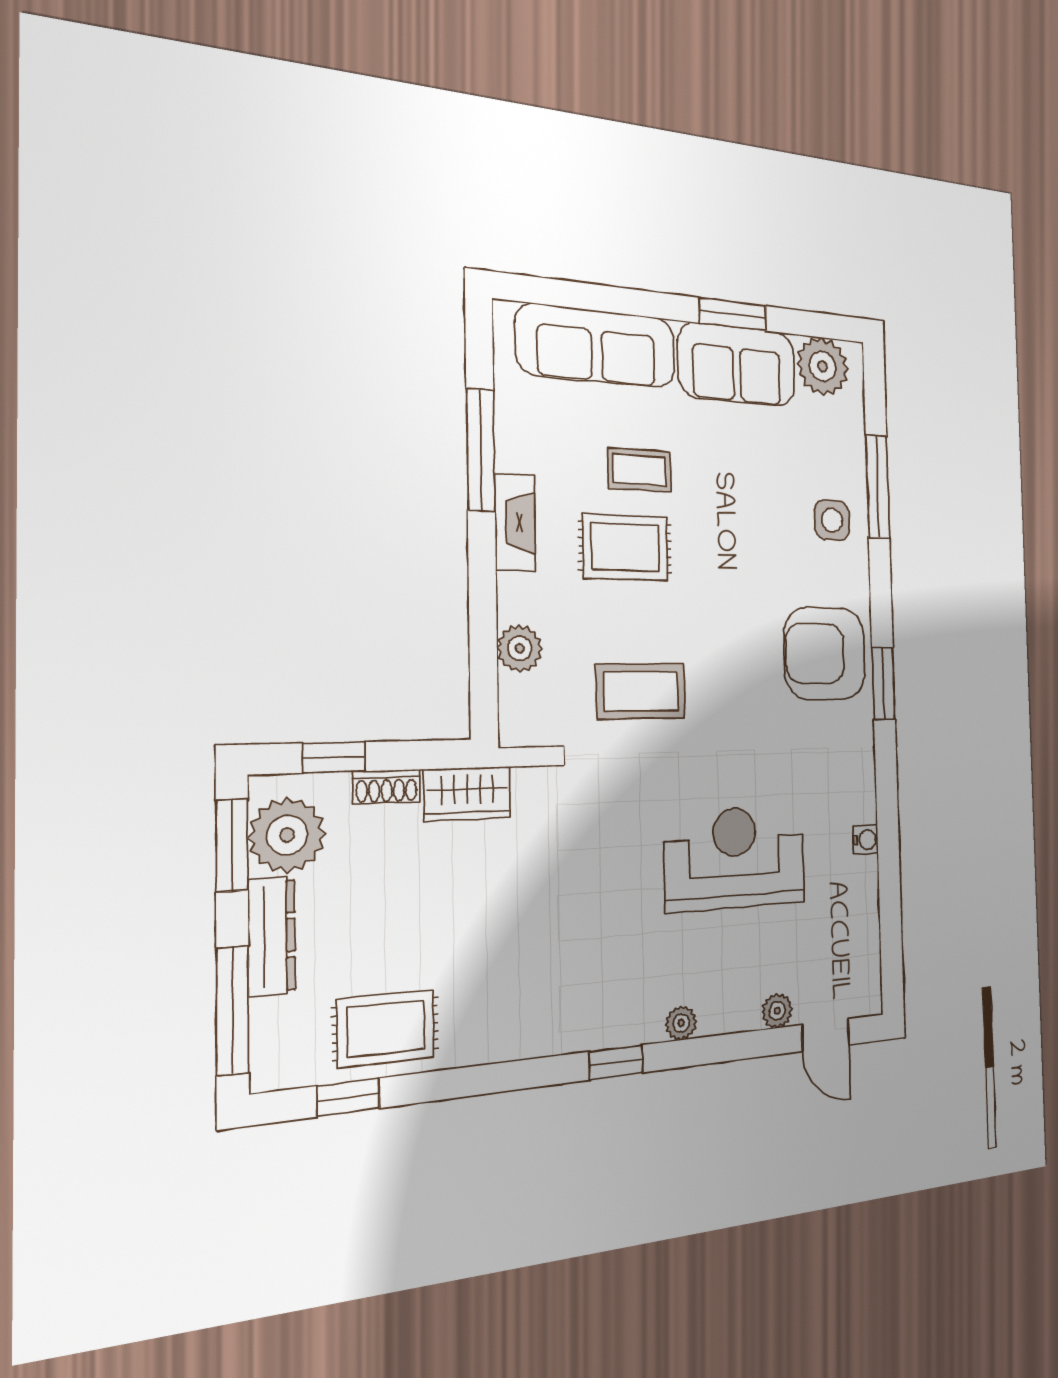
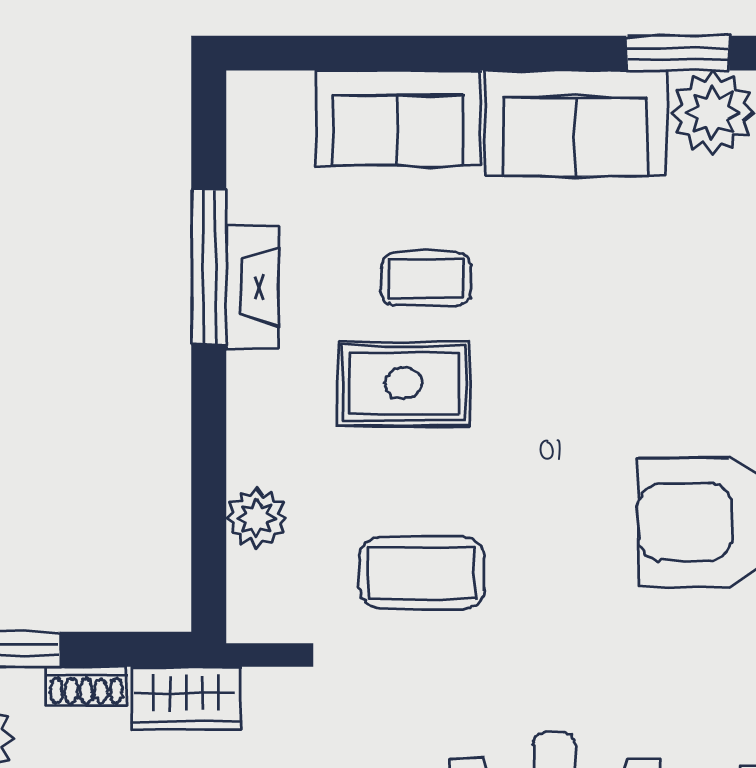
window: (733, 314) -> (678, 53), moved
sofa: (597, 346) -> (398, 118), width x0.73
side table: (832, 520) -> (721, 333), removed
fireplace: (515, 523) -> (252, 287), moved

